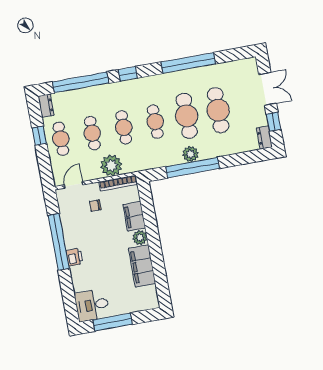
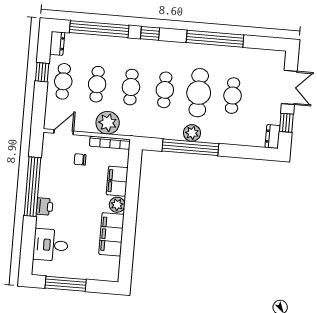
cafe table: (218, 110) -> (233, 96), width x0.73, depth x0.74
desk: (92, 305) -> (51, 245), moved

